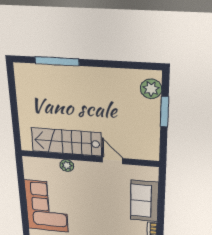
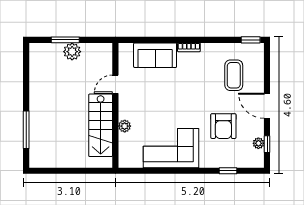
plant: (151, 89) -> (72, 52), moved

